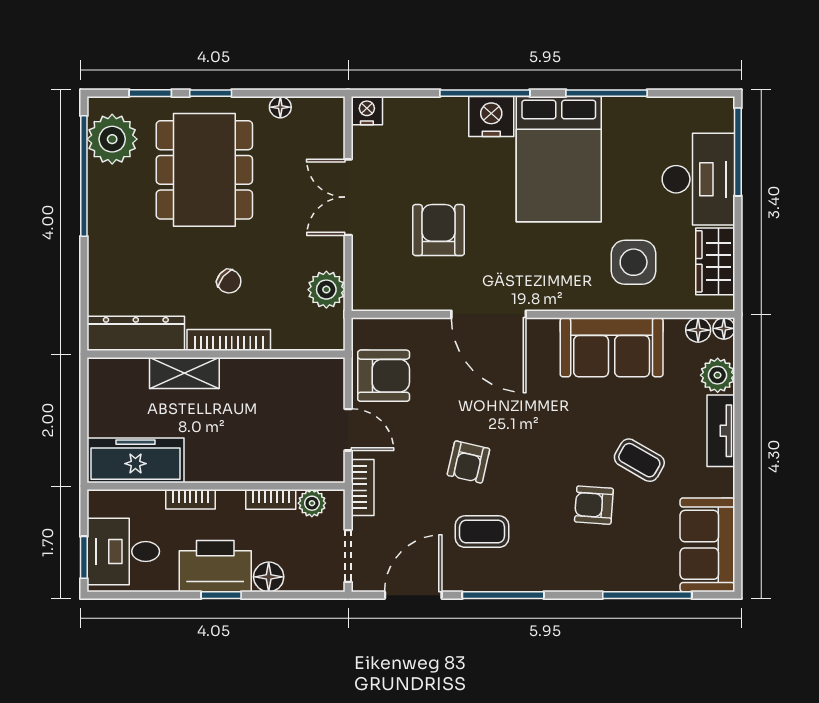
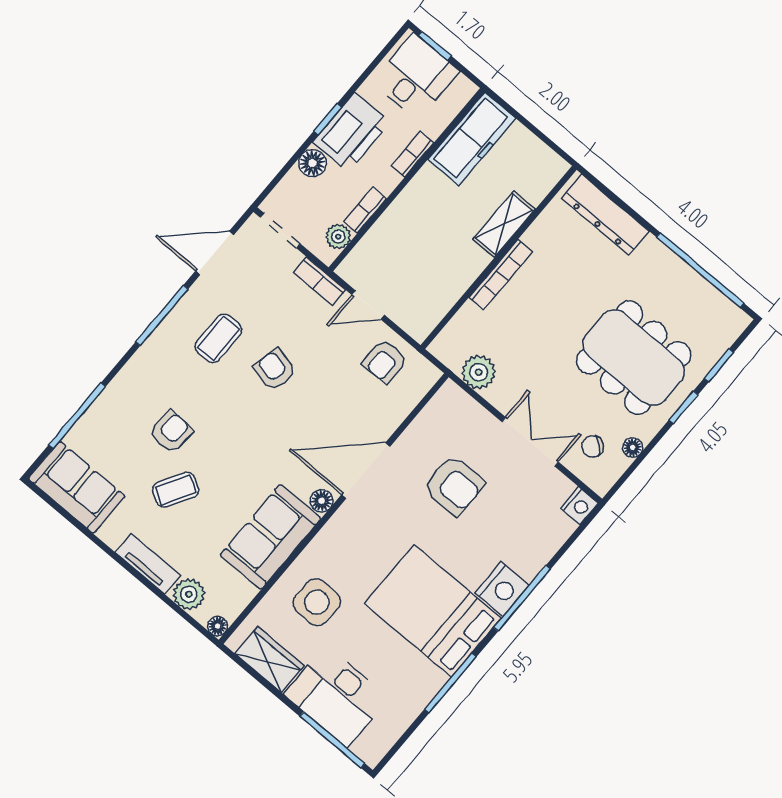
plant: (112, 139) -> (709, 312), removed
chair: (229, 281) -> (593, 446), moved
floor lamp: (698, 330) -> (322, 501), moved
dresser: (136, 333) -> (605, 215), moved, turned 90
armchair: (384, 376) -> (385, 361), width x0.72, depth x0.72
door: (413, 595) -> (215, 253), swing flipped

